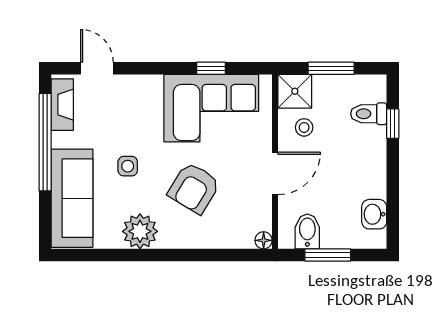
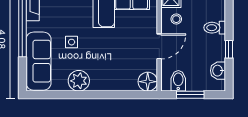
toilet: (369, 114) -> (215, 28), moved
window: (393, 124) -> (229, 49), moved
armchair: (194, 188) -> (111, 55), removed
floor lamp: (264, 240) -> (148, 82), width x1.89, depth x1.89

